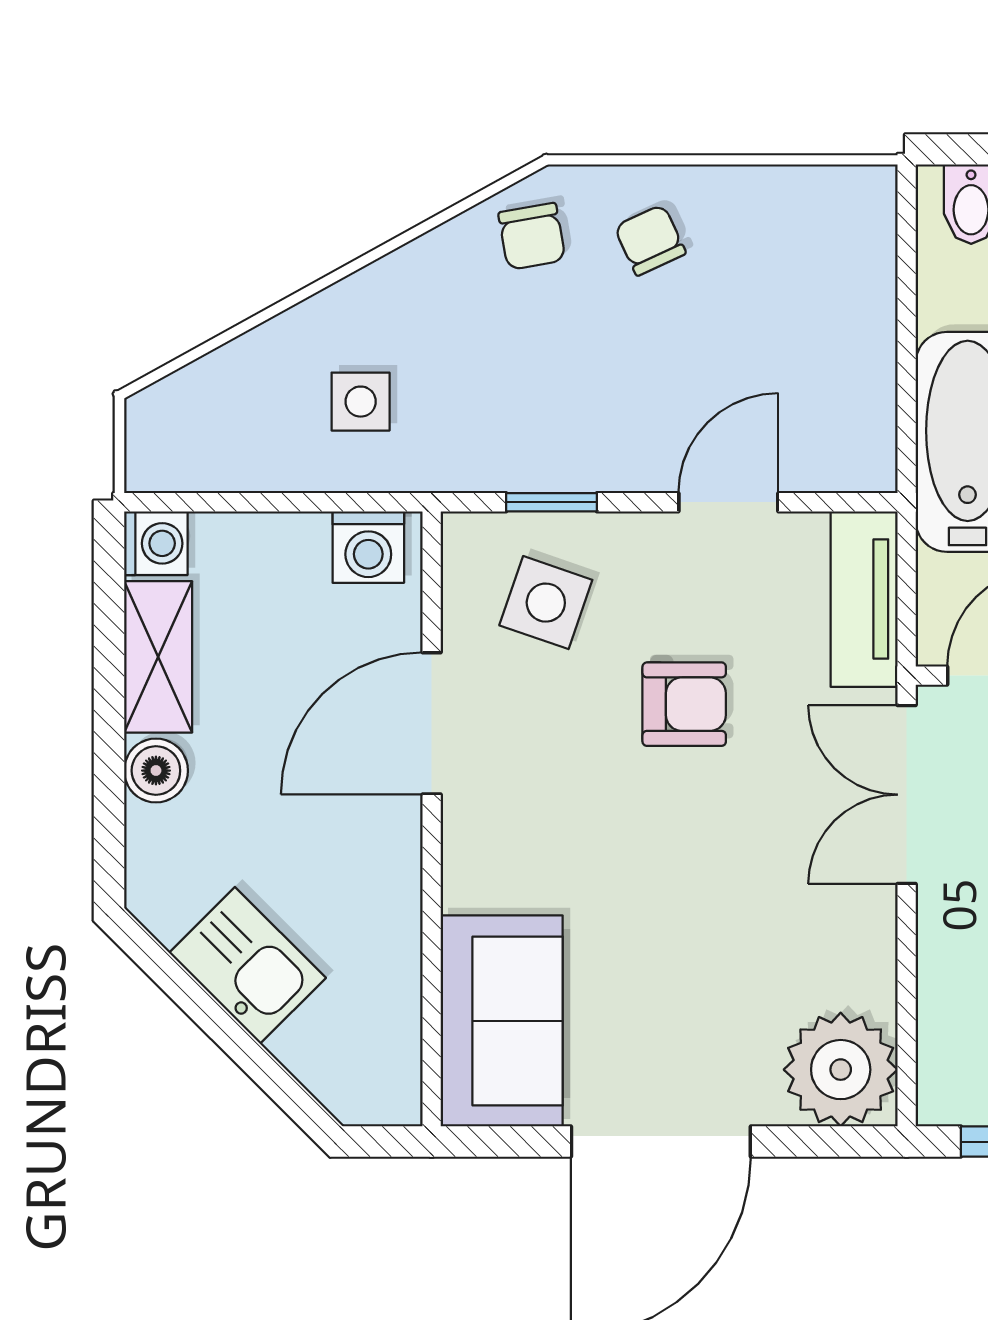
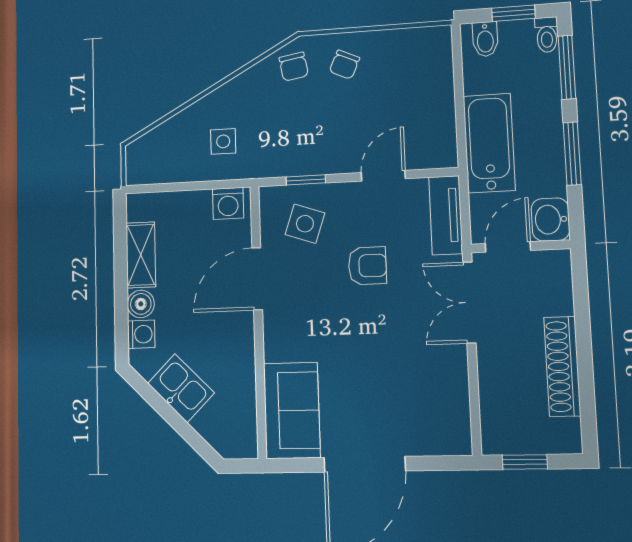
chair: (650, 240) -> (344, 65), turned -131
washing machine: (156, 543) -> (141, 334), moved
plant: (841, 1070) -> (445, 430), removed

